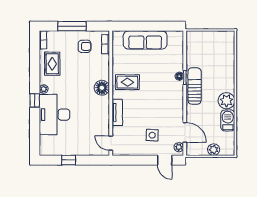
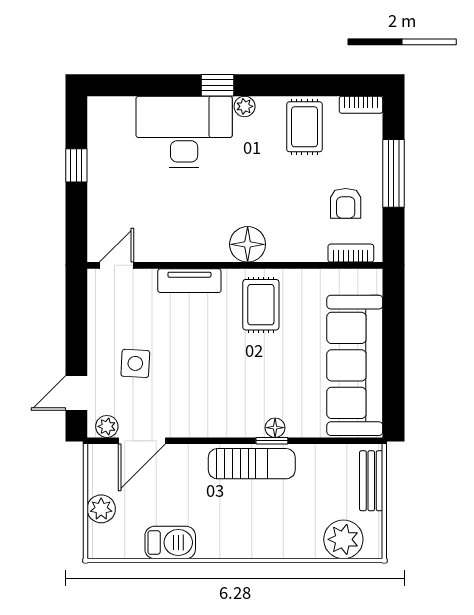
bench: (202, 36) -> (371, 481), added
sofa: (145, 40) -> (355, 365), width x1.36, depth x1.27
rug: (52, 64) -> (305, 127), turned 90
plant: (226, 101) -> (343, 539), moved

